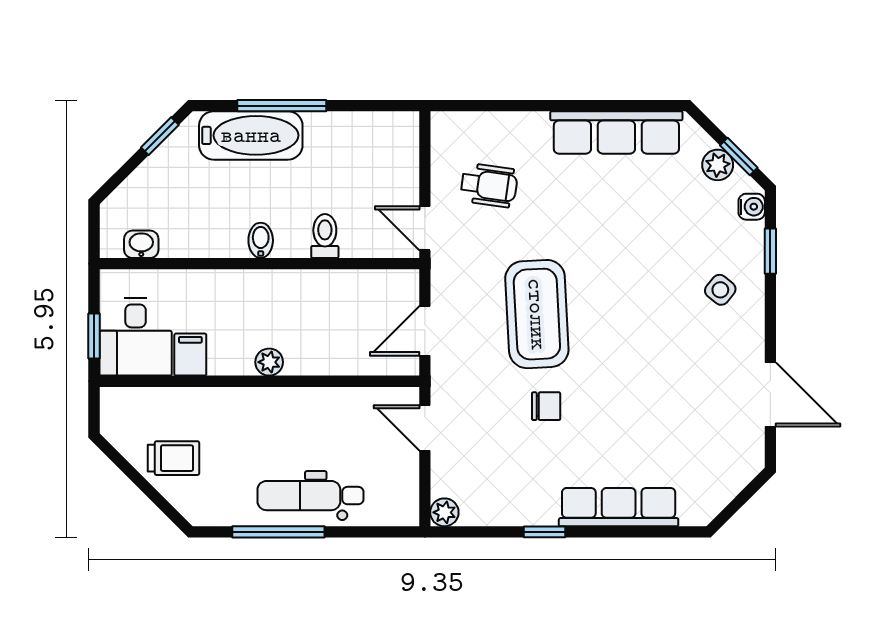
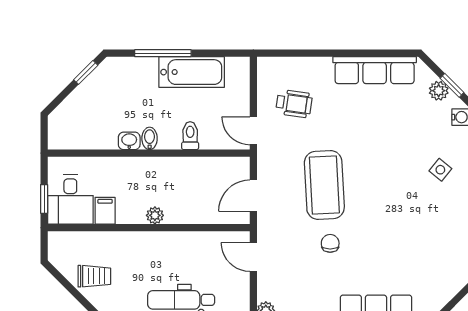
bathtub: (251, 135) -> (192, 72), moved
washbasin: (141, 244) -> (129, 141), moved
chair: (546, 406) -> (330, 243), turned -90

